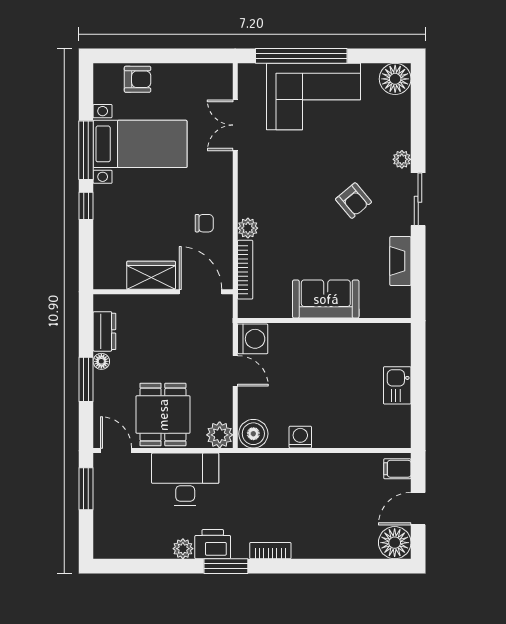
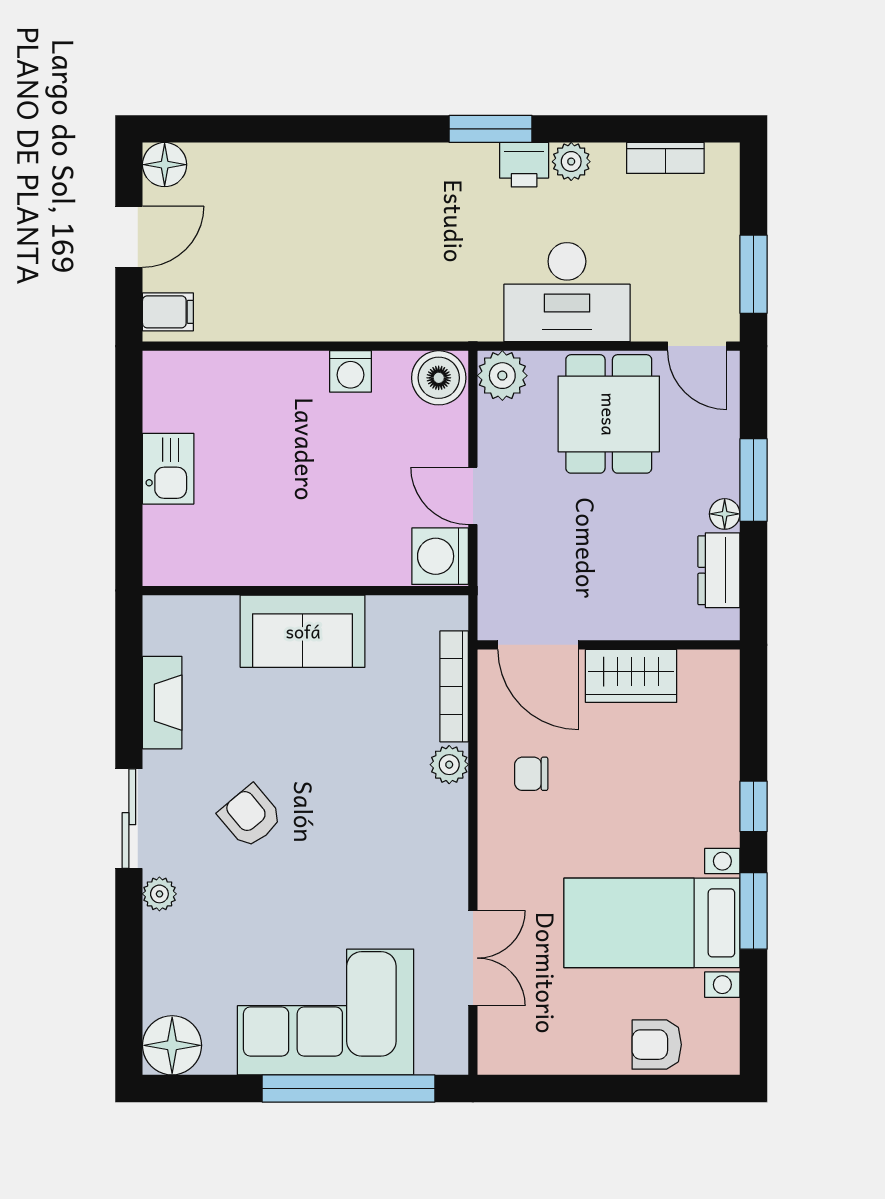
window: (86, 150) -> (754, 911), width x0.69
floor lamp: (395, 543) -> (165, 165), width x0.73, depth x0.73
printer: (213, 544) -> (524, 165), width x0.73, depth x0.81
bookcase: (270, 551) -> (665, 158), moved

